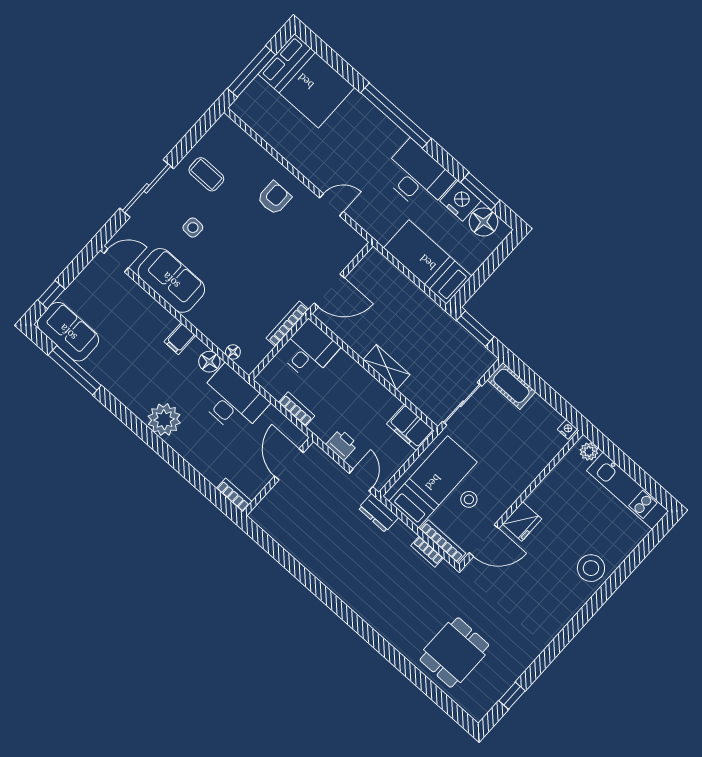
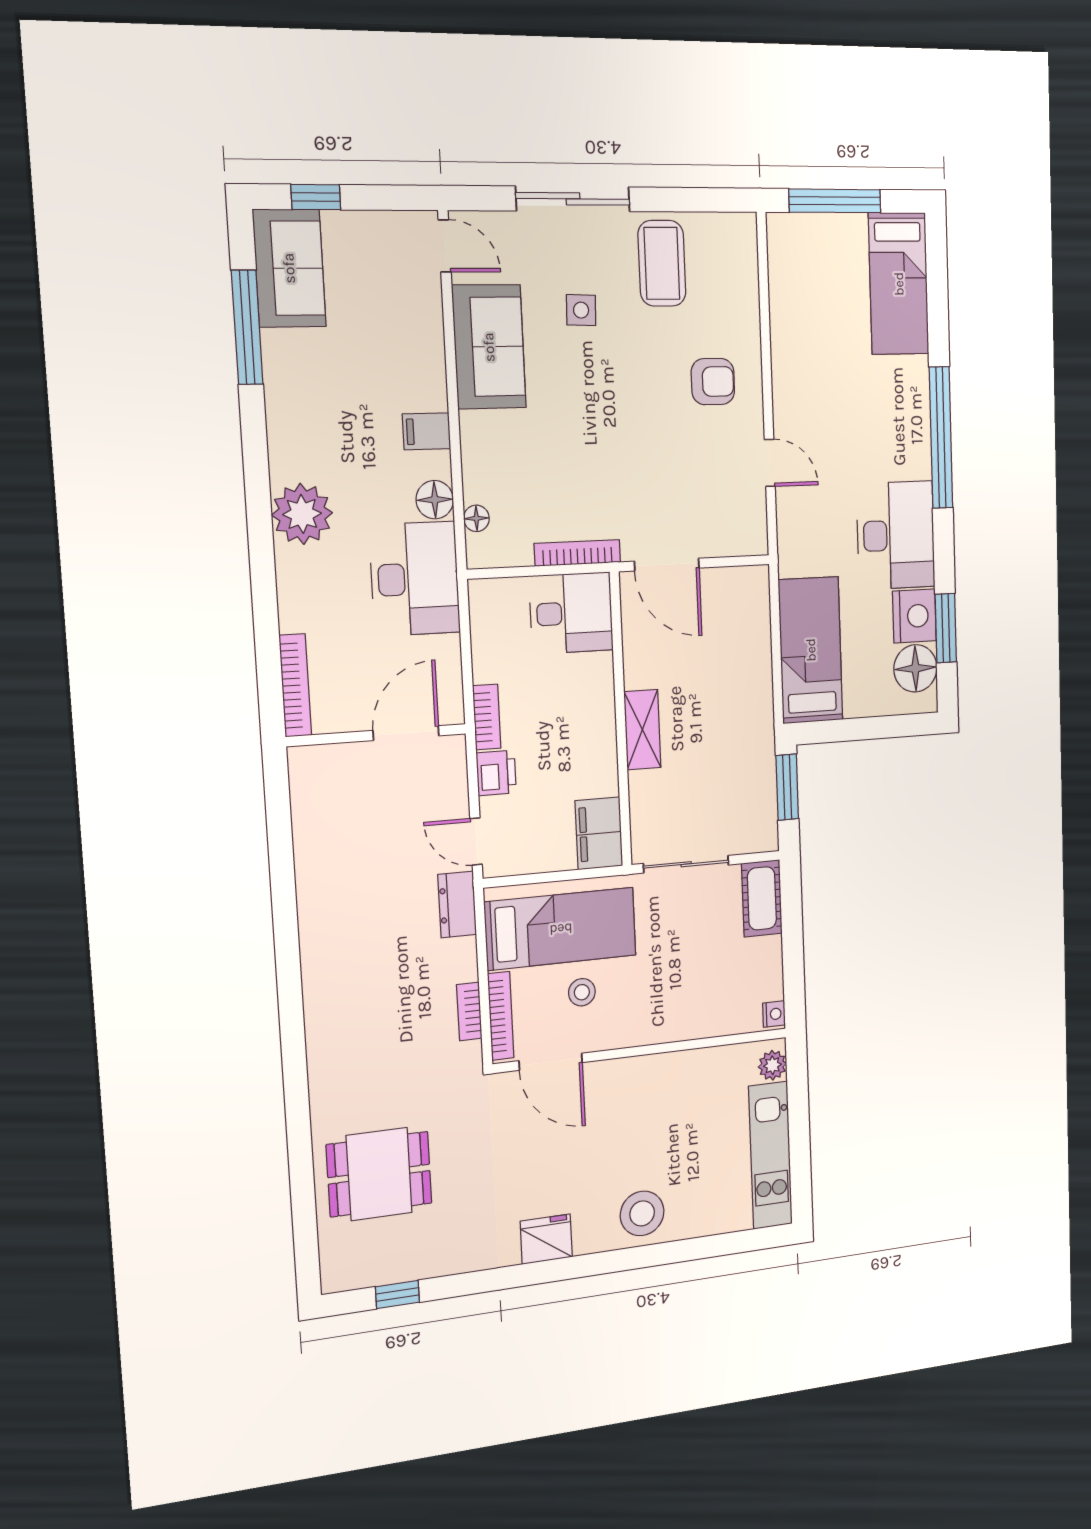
bed: (306, 81) -> (899, 284), width x0.67
coffee table: (206, 174) -> (662, 263), width x1.36, depth x1.30
bookcase: (297, 409) -> (487, 717), moved
door: (361, 480) -> (476, 842), swing flipped
bookcase: (234, 495) -> (295, 685), width x1.56
fridge: (522, 521) -> (546, 1239), moved, turned 180

